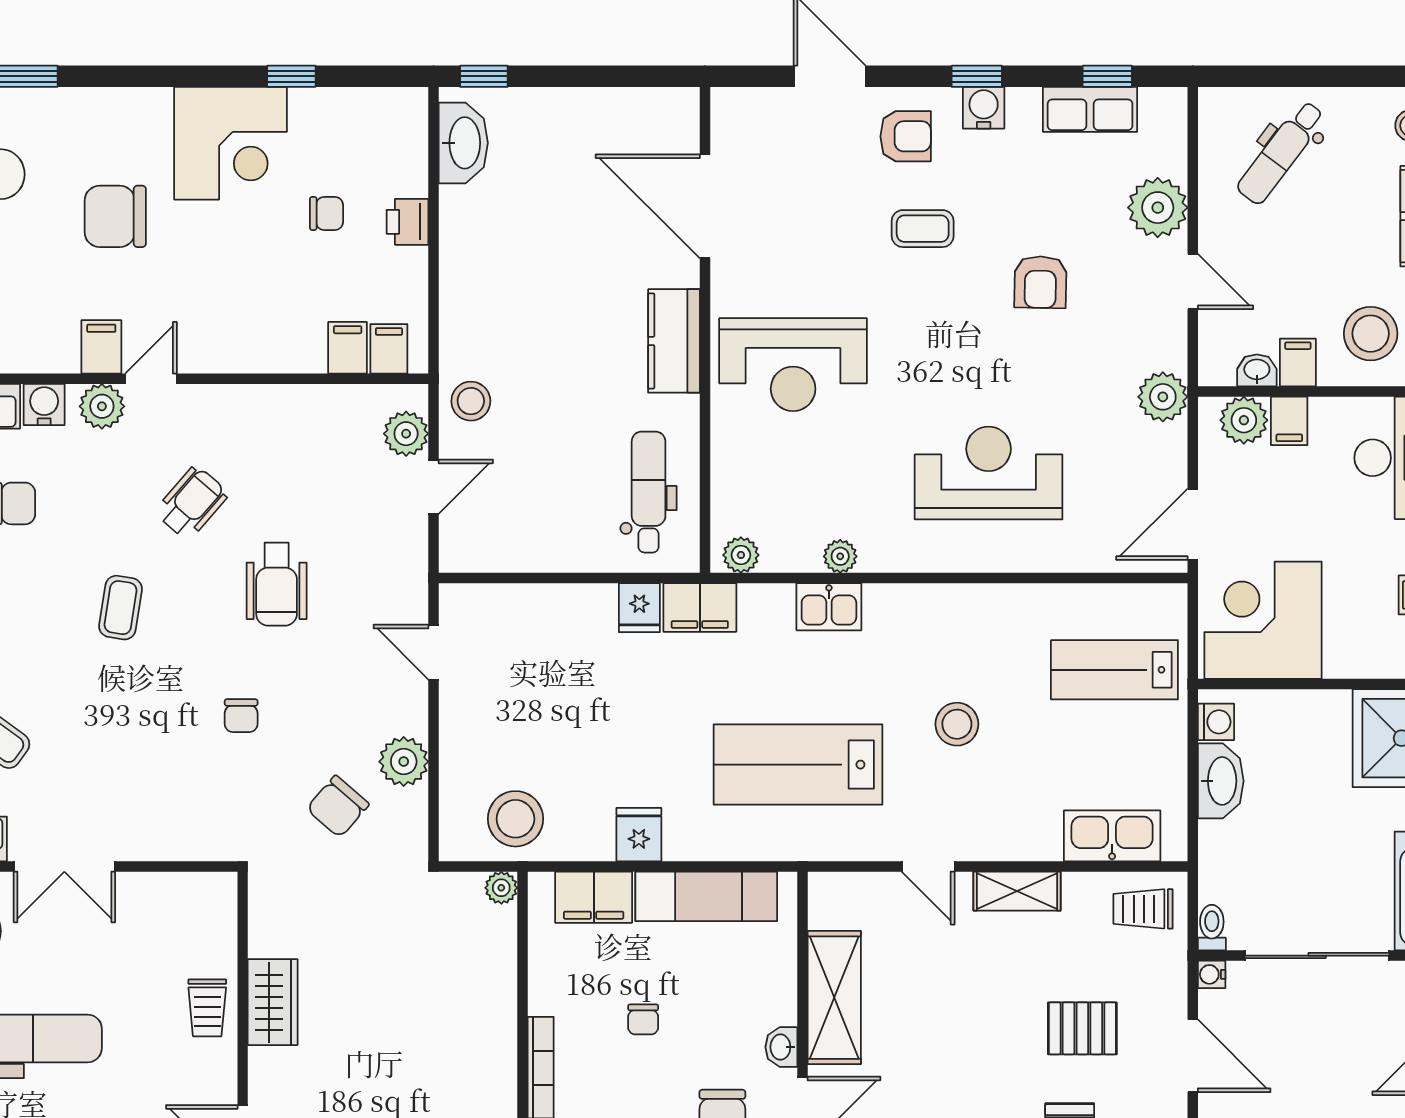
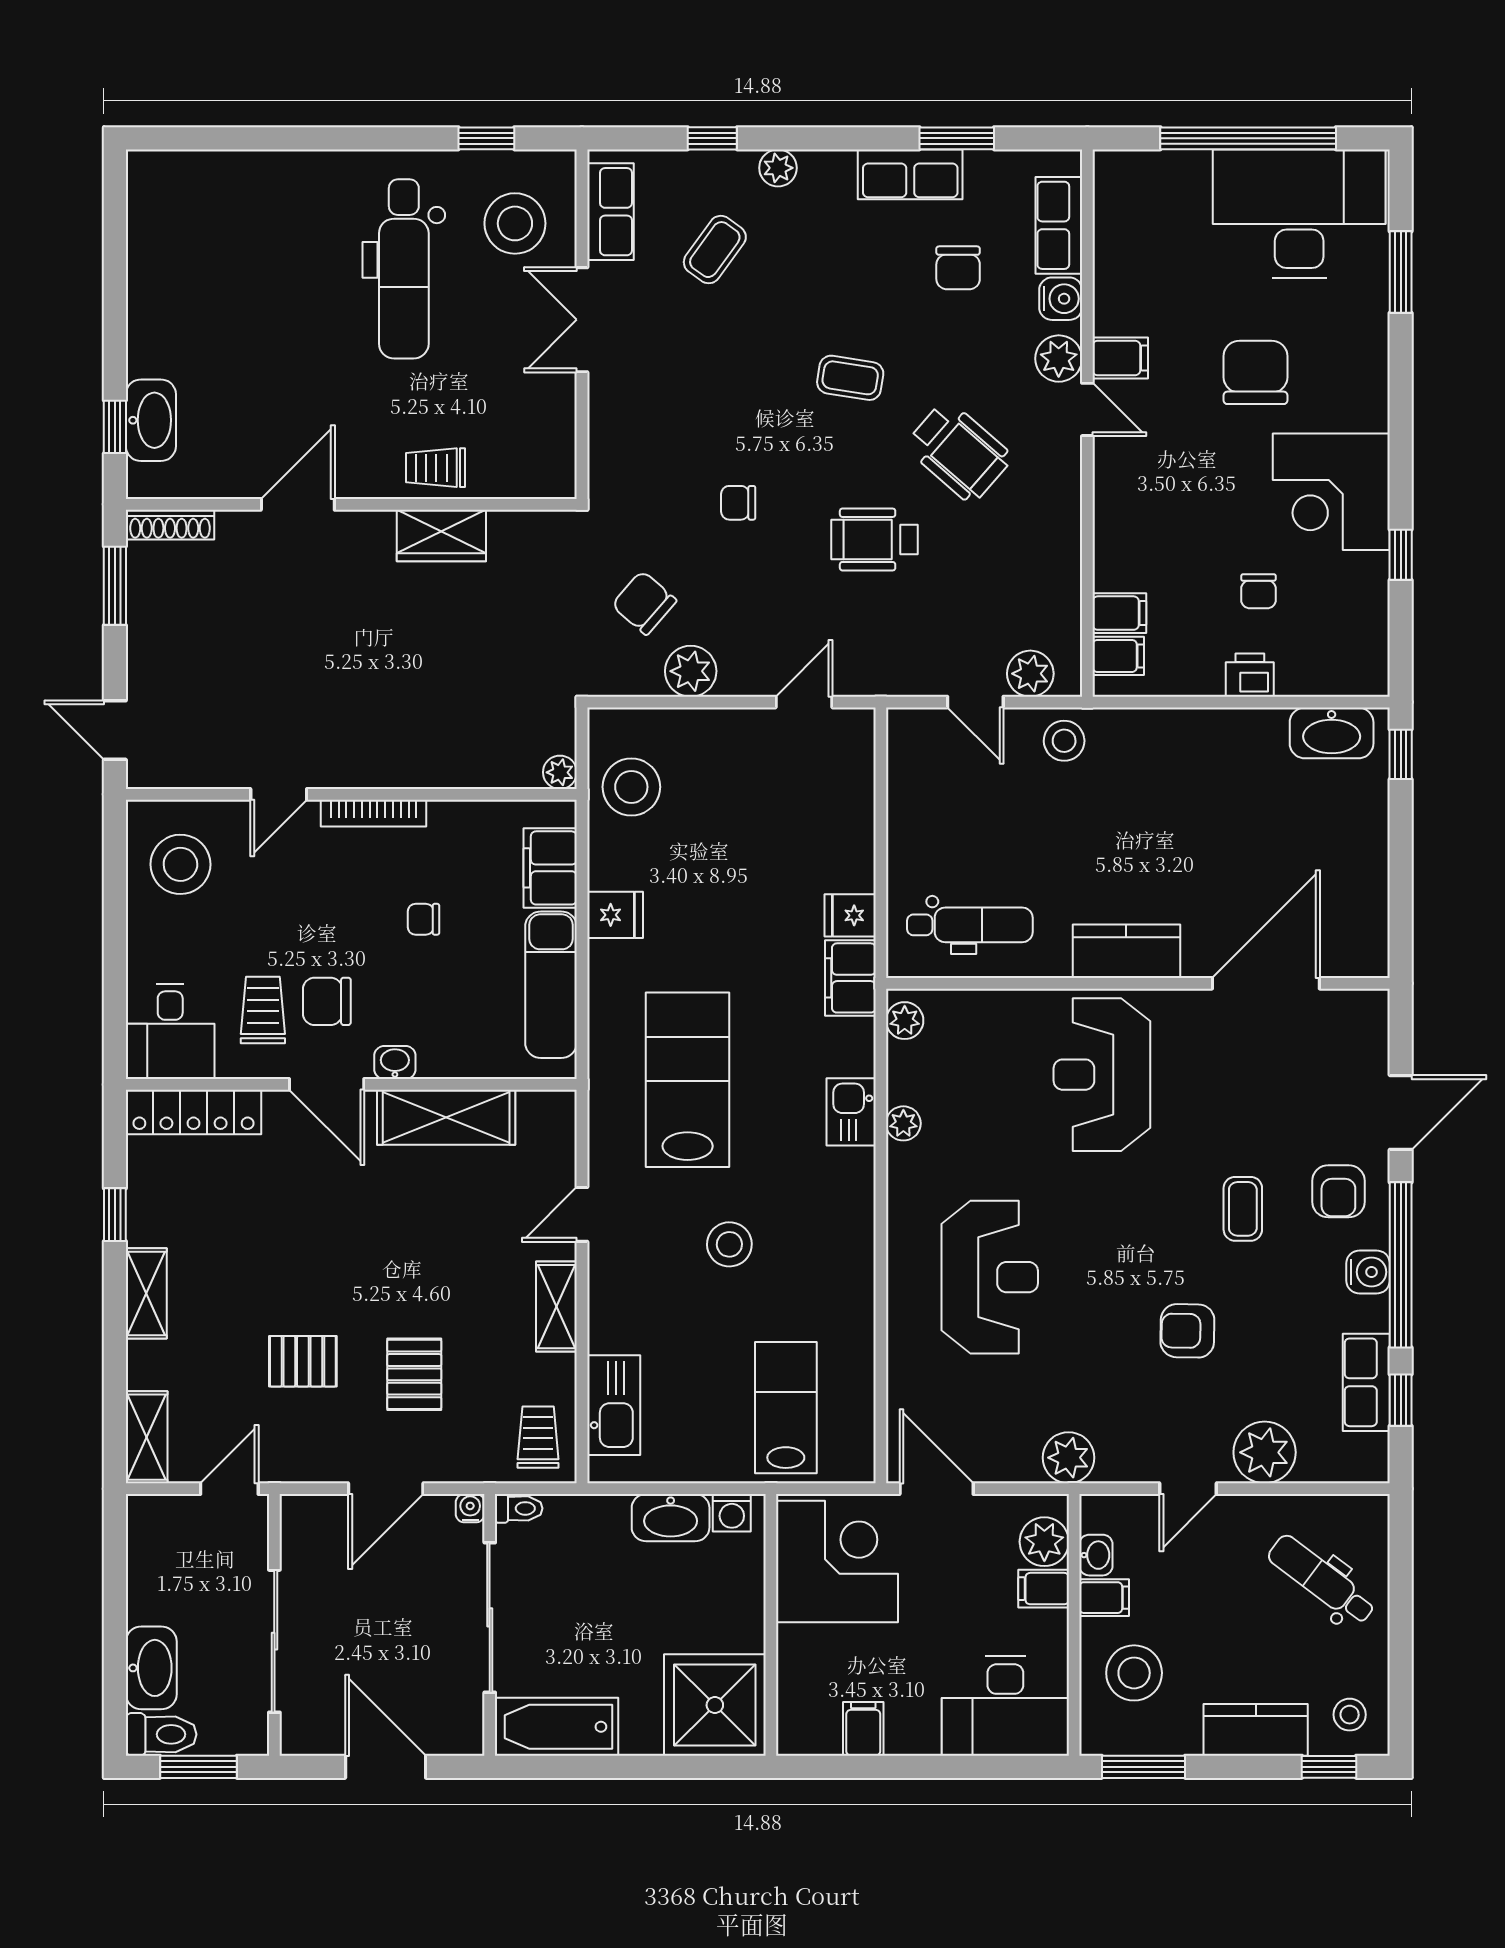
window: (977, 76) -> (1401, 1265), width x3.17
wheelchair: (192, 503) -> (959, 452), width x1.36, depth x1.37

